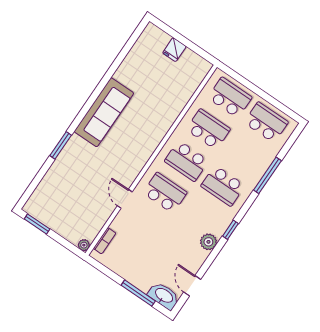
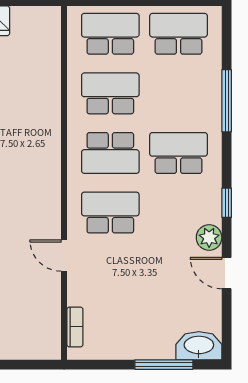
school desk: (223, 186) -> (179, 153), turned 180
plant: (84, 245) -> (52, 351), removed
door: (192, 286) -> (227, 273), moved

